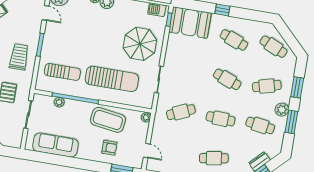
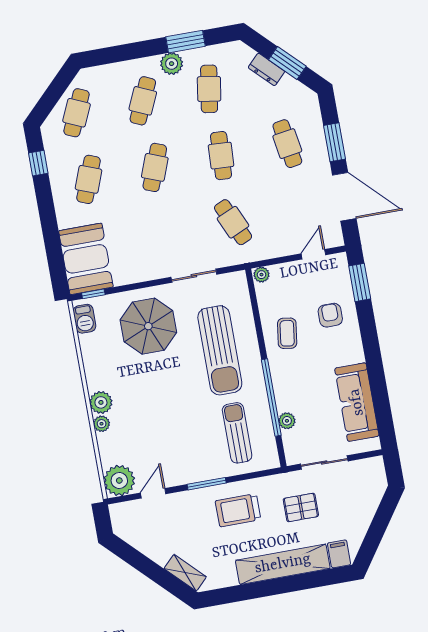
window: (222, 10) -> (38, 163), moved
sun lounger: (112, 79) -> (220, 350), turned 180
cafe table: (267, 86) -> (143, 101), turned 39
window: (297, 87) -> (128, 52), removed
coffee table: (108, 120) -> (287, 333), width x0.54, depth x0.58

